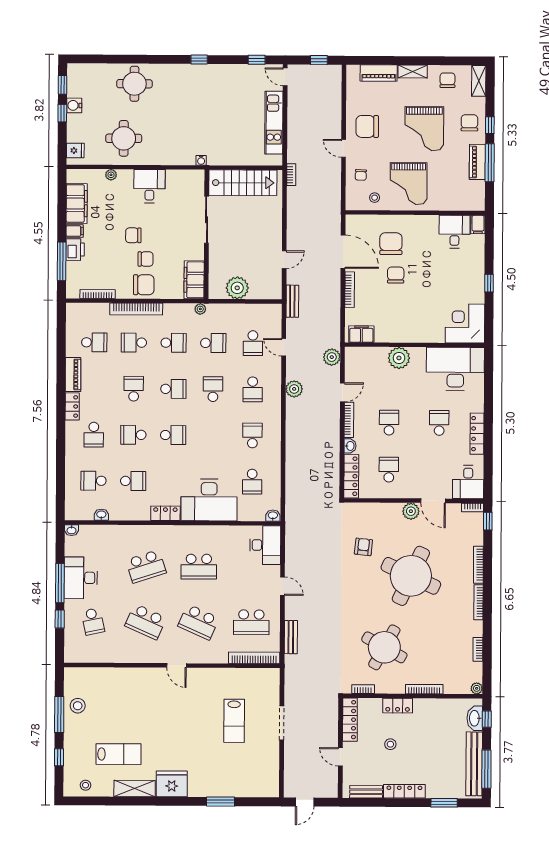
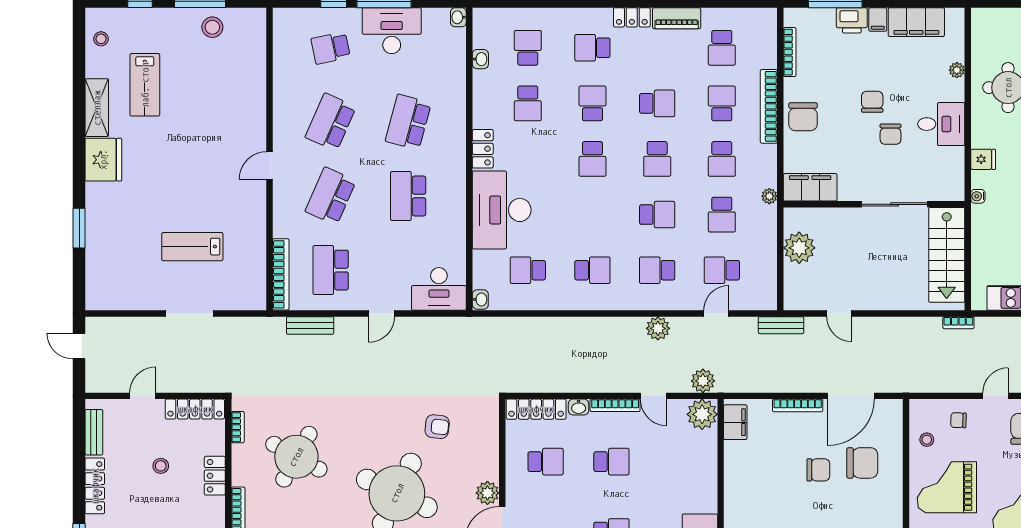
fridge: (75, 151) -> (983, 159), moved, turned -90
chair: (146, 259) -> (891, 134), moved
plant: (399, 358) -> (702, 414), moved
school desk: (146, 566) -> (408, 122), turned 33

